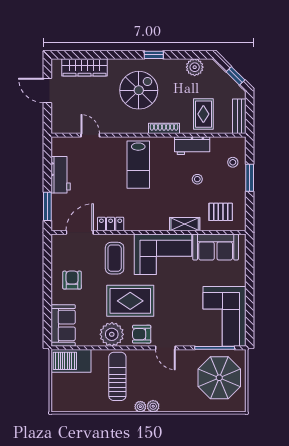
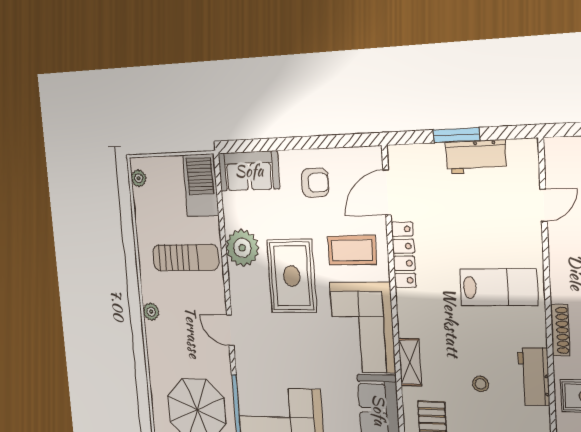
lab bench: (138, 165) -> (499, 287), turned 180
window: (47, 206) -> (456, 135), moved
locker: (111, 224) -> (404, 255), width x1.53
door: (80, 232) -> (387, 193), swing flipped
armchair: (142, 334) -> (246, 294), removed
door: (165, 348) -> (230, 330), hinge flipped
plant: (140, 407) -> (139, 178), moved

